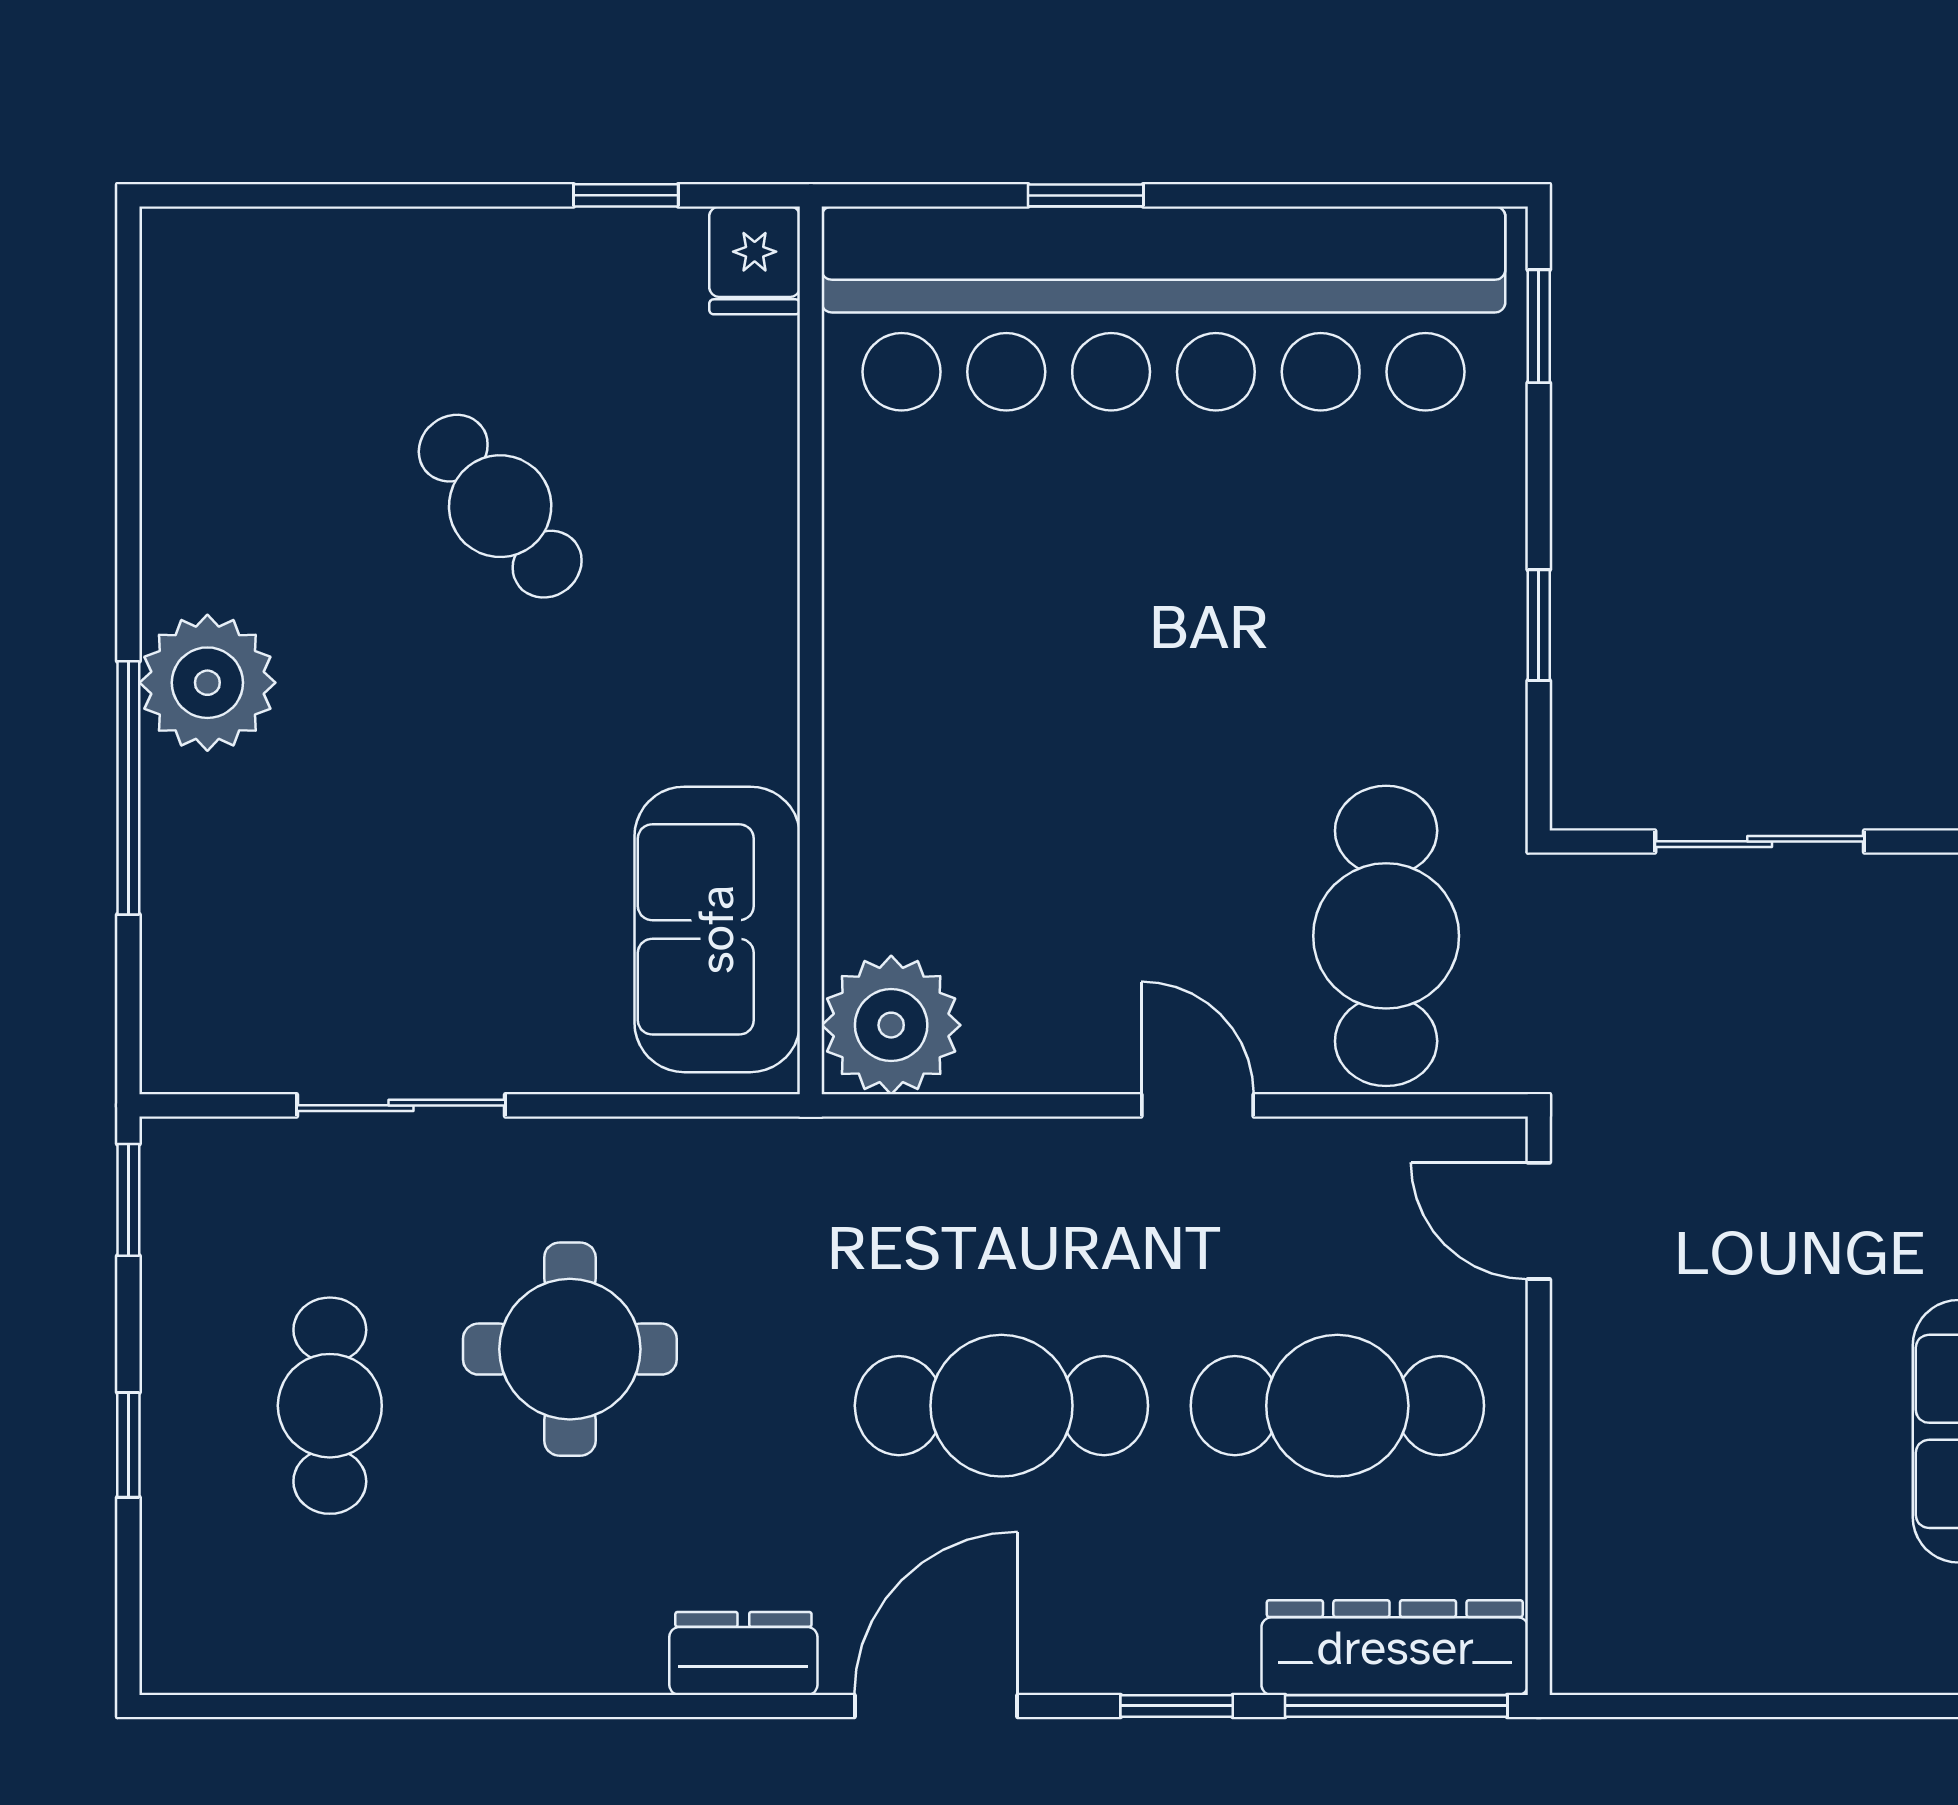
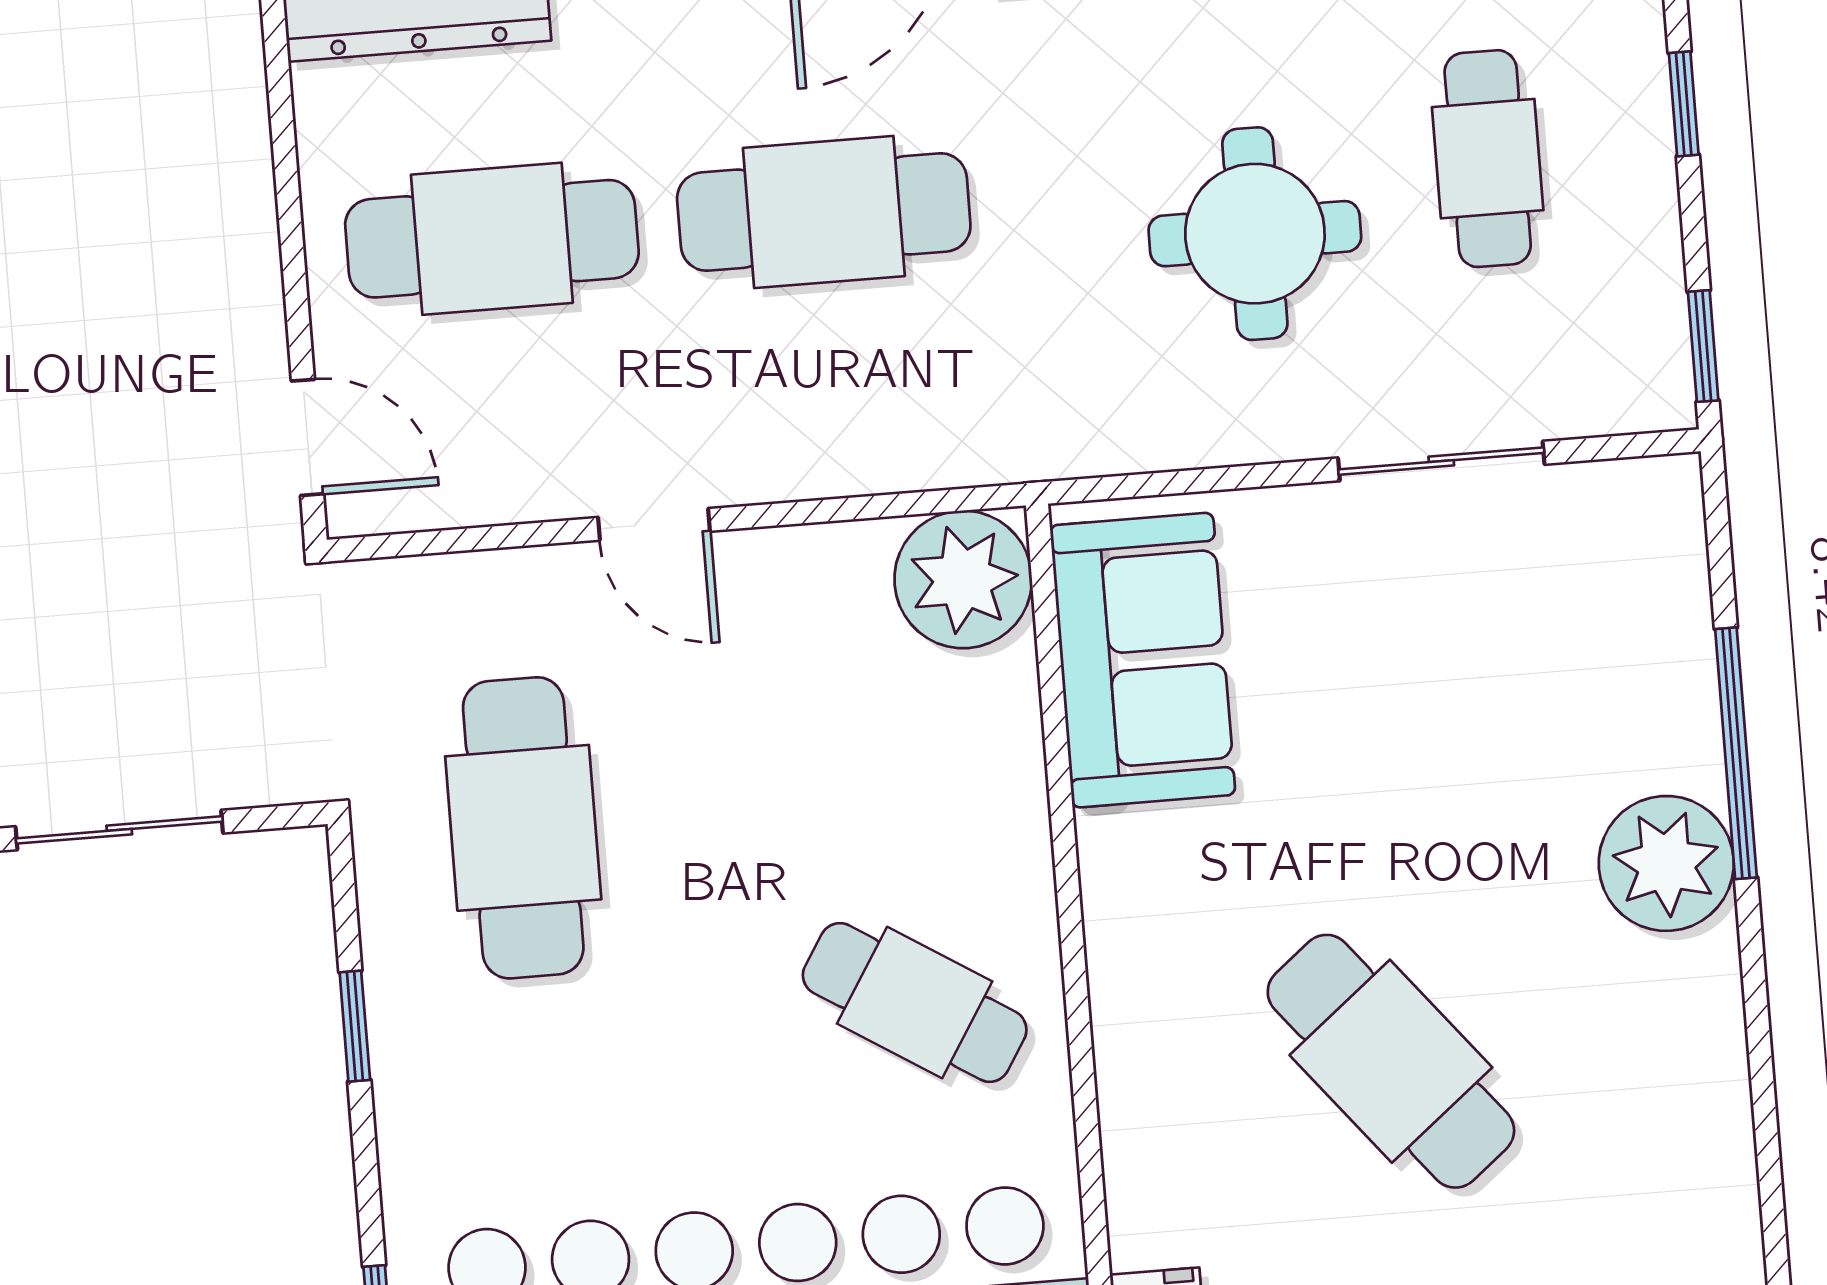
cafe table: (500, 506) -> (1391, 1061), width x1.37, depth x1.35
cafe table: (974, 604) -> (915, 1002), added
cafe table: (1386, 936) -> (523, 828), moved

